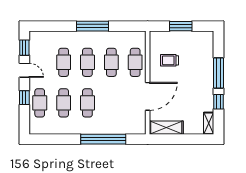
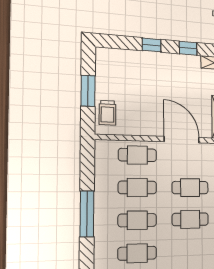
trolley: (170, 60) -> (107, 113), moved
window: (218, 73) -> (152, 45), width x0.46
cafe table: (64, 103) -> (190, 188), moved

